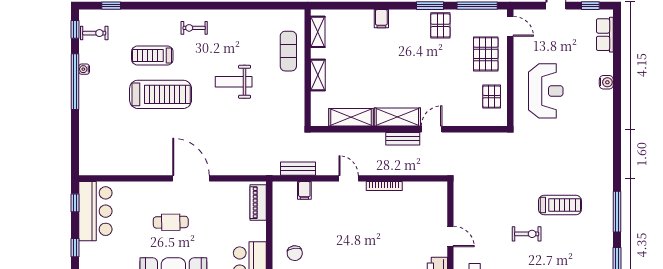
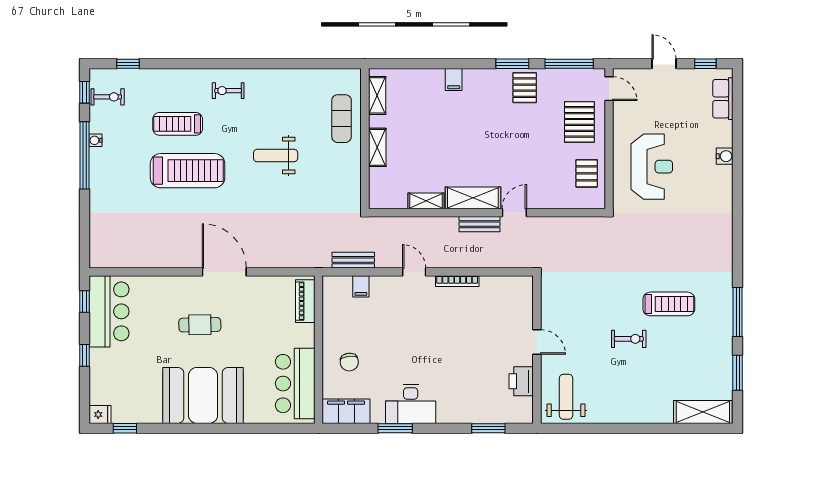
shelving: (351, 117) -> (426, 201), width x0.67, depth x0.75

